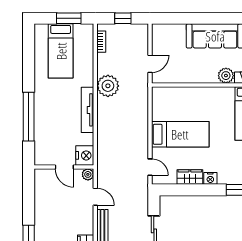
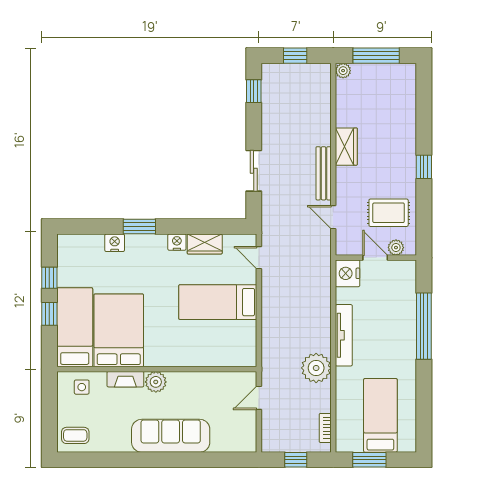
plant: (88, 174) -> (396, 248), moved
rug: (55, 200) -> (389, 213), added

